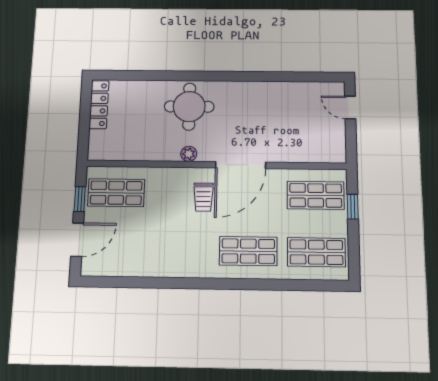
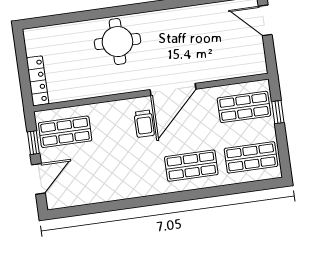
locker: (99, 105) -> (38, 81), moved
door: (350, 107) -> (265, 20), width x1.38
plant: (189, 154) -> (124, 86), removed

